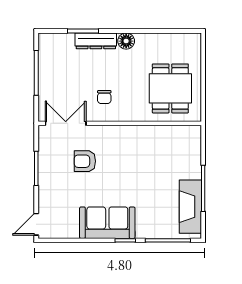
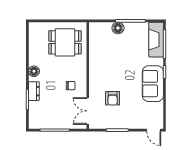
dresser: (96, 41) -> (34, 91), width x0.70
floor lamp: (192, 169) -> (118, 28), added
fireplace: (190, 207) -> (156, 40), moved, turned 90

